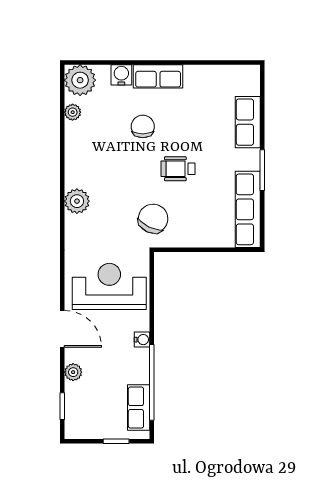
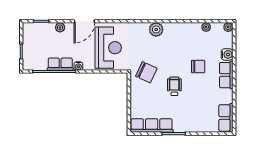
plant: (80, 80) -> (228, 27), width x0.53, depth x0.53
row of seats: (248, 122) -> (226, 118), moved, turned -90
row of seats: (139, 408) -> (60, 64), moved

